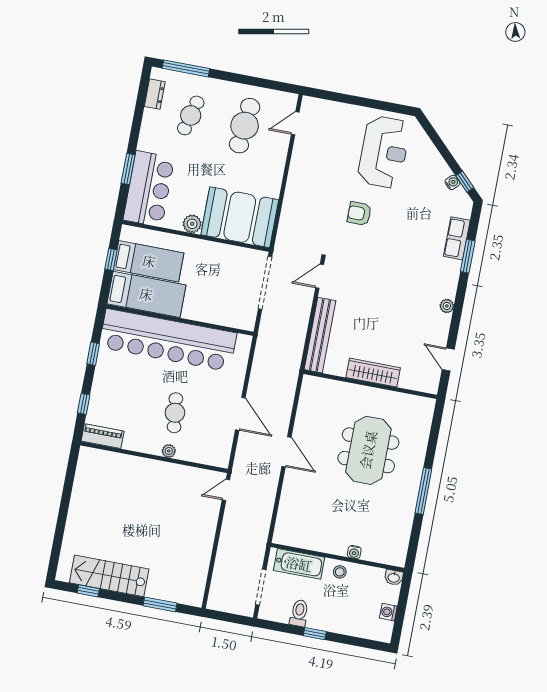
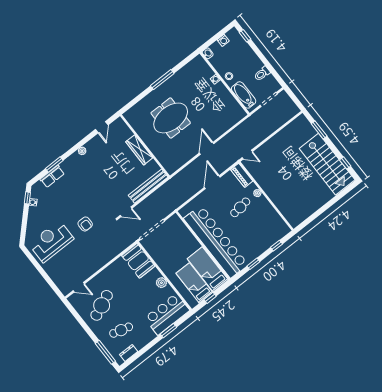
cafe table: (245, 126) -> (102, 305), turned -30
booth: (240, 217) -> (138, 261), width x0.73, depth x0.70
piano: (103, 436) -> (242, 175), moved
stairs: (109, 576) -> (327, 164), width x1.36, depth x1.51
window: (315, 634) -> (245, 36), moved

